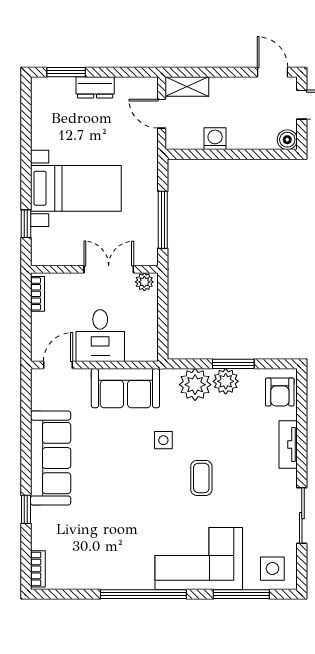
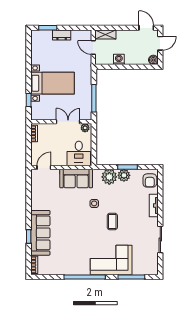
desk: (100, 336) -> (79, 153), moved
sofa: (51, 458) -> (40, 233), moved
side table: (272, 569) -> (146, 265), removed

